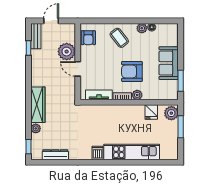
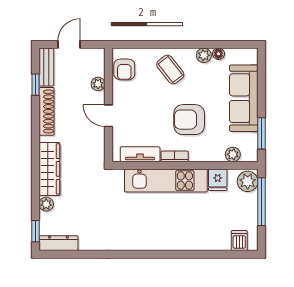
plant: (67, 52) -> (98, 84), width x0.53, depth x0.53
sofa: (169, 63) -> (244, 98), width x1.36
shoe rack: (36, 66) -> (47, 111), added
plant: (137, 95) -> (233, 154), moved
window: (181, 127) -> (261, 202), width x1.44
kitchen unit: (132, 152) -> (166, 181), moved, turned 180
dishwasher: (98, 153) -> (239, 241), moved
dresser: (55, 155) -> (58, 243), moved

